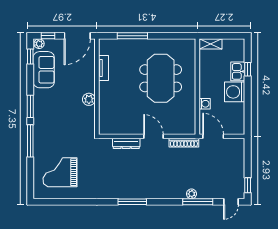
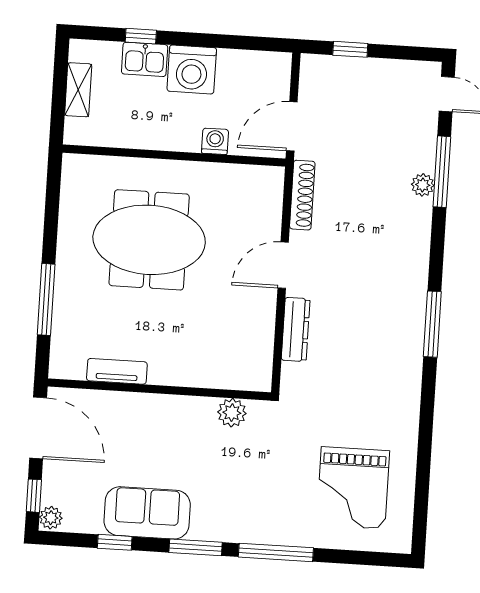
shelving: (211, 44) -> (78, 90), moved
window: (30, 56) -> (115, 542), moved
sofa: (44, 70) -> (147, 513), moved
plant: (89, 99) -> (232, 413), moved
window: (248, 185) -> (350, 49), moved

